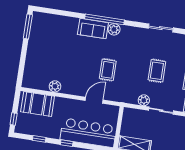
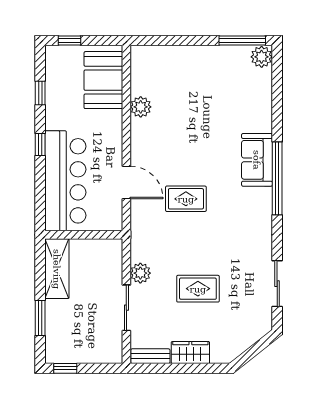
plant: (114, 29) -> (262, 57), moved

